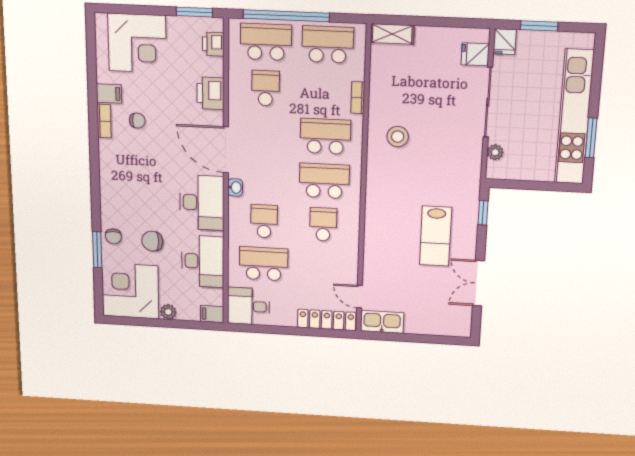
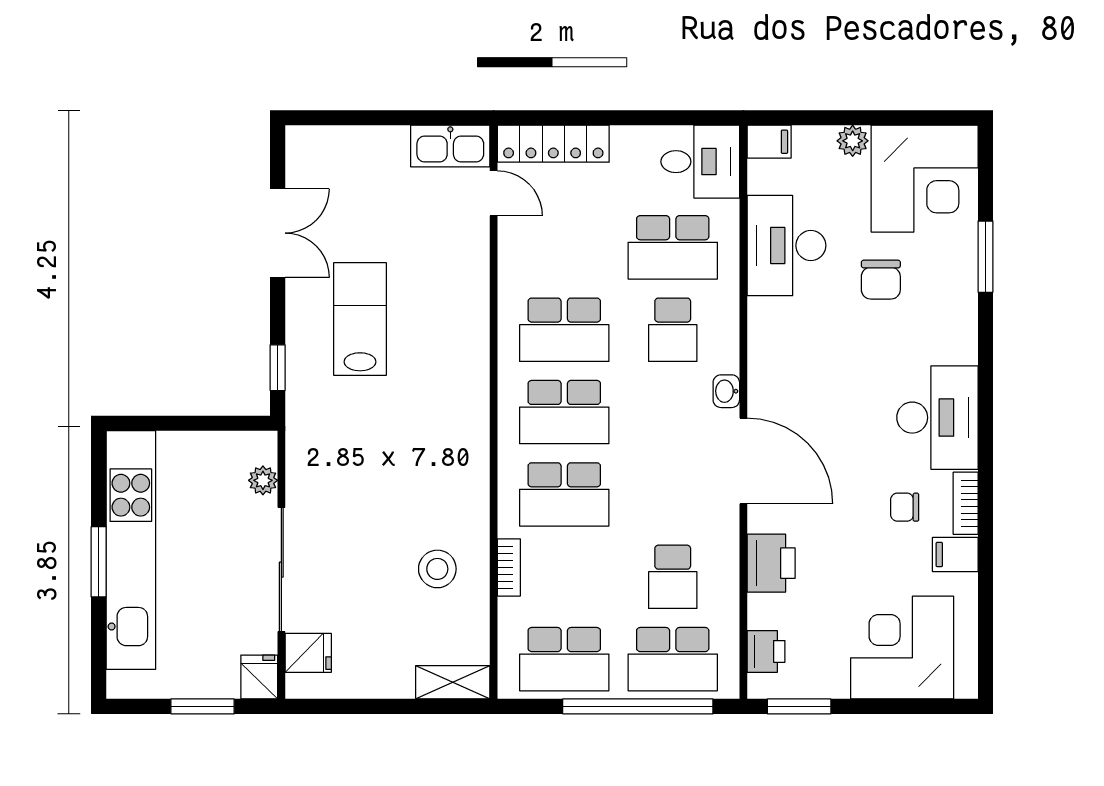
stool: (398, 137) -> (437, 569), moved
window: (591, 138) -> (99, 562), moved
desk: (202, 203) -> (937, 418), moved, turned 180
school desk: (323, 224) -> (564, 330), width x1.85
chair: (113, 236) -> (954, 285), removed
chair: (152, 241) -> (881, 280), turned 90

